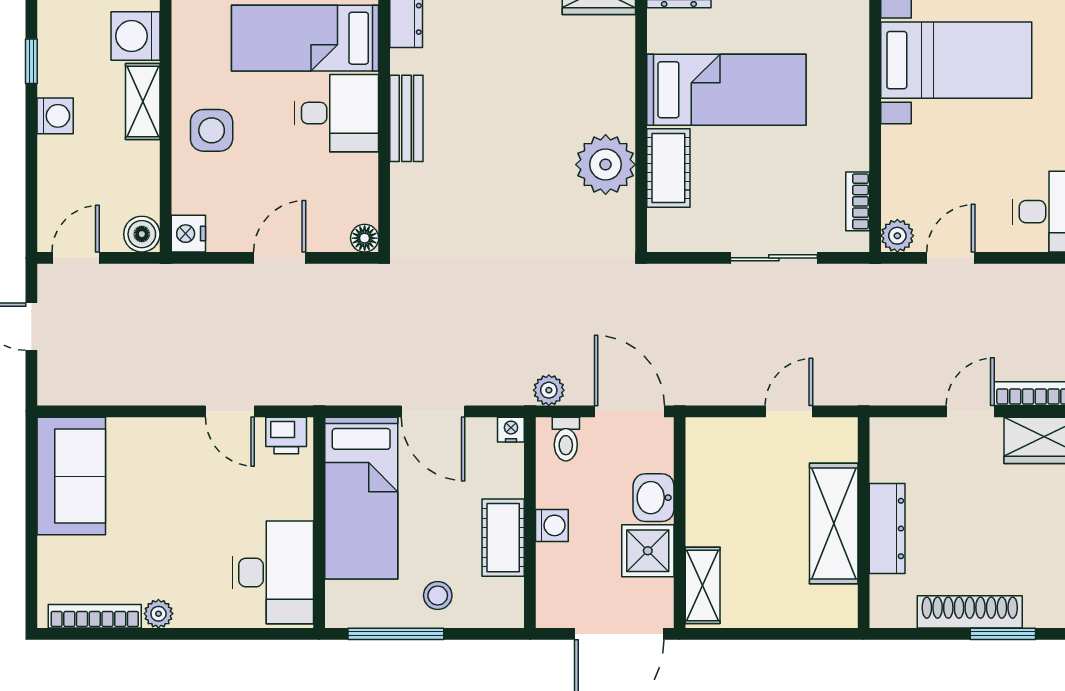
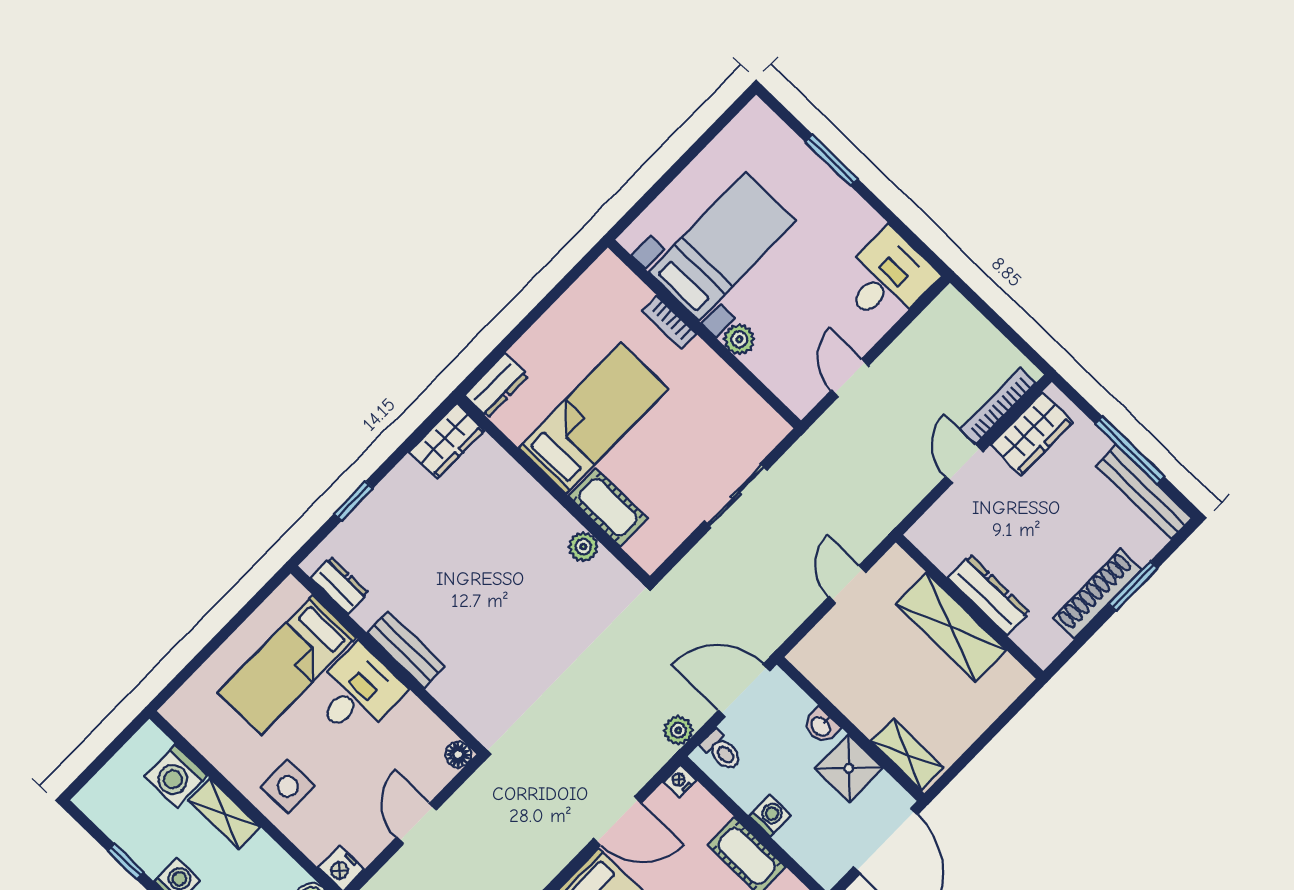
plant: (606, 165) -> (583, 547), width x0.53, depth x0.53
bookcase: (858, 201) -> (669, 322), moved
plant: (897, 236) -> (739, 339), moved
washbasin: (654, 498) -> (821, 726), width x0.72, depth x0.69

